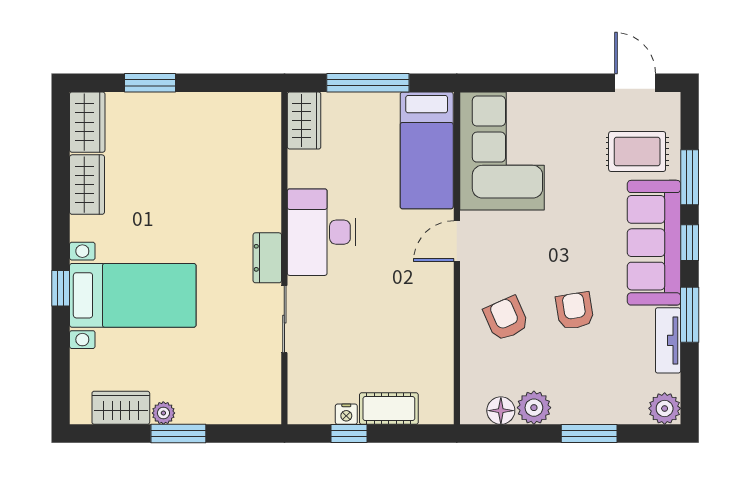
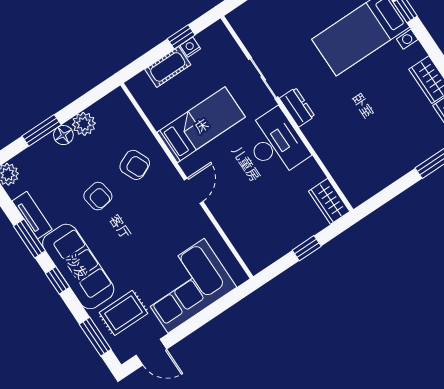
window: (368, 83) -> (307, 248), width x0.46
bed: (427, 150) -> (201, 125), moved, turned 90
corner sofa: (502, 151) -> (186, 286), moved, turned 90
window: (690, 177) -> (95, 337), moved
floor lamp: (501, 411) -> (63, 135), moved

